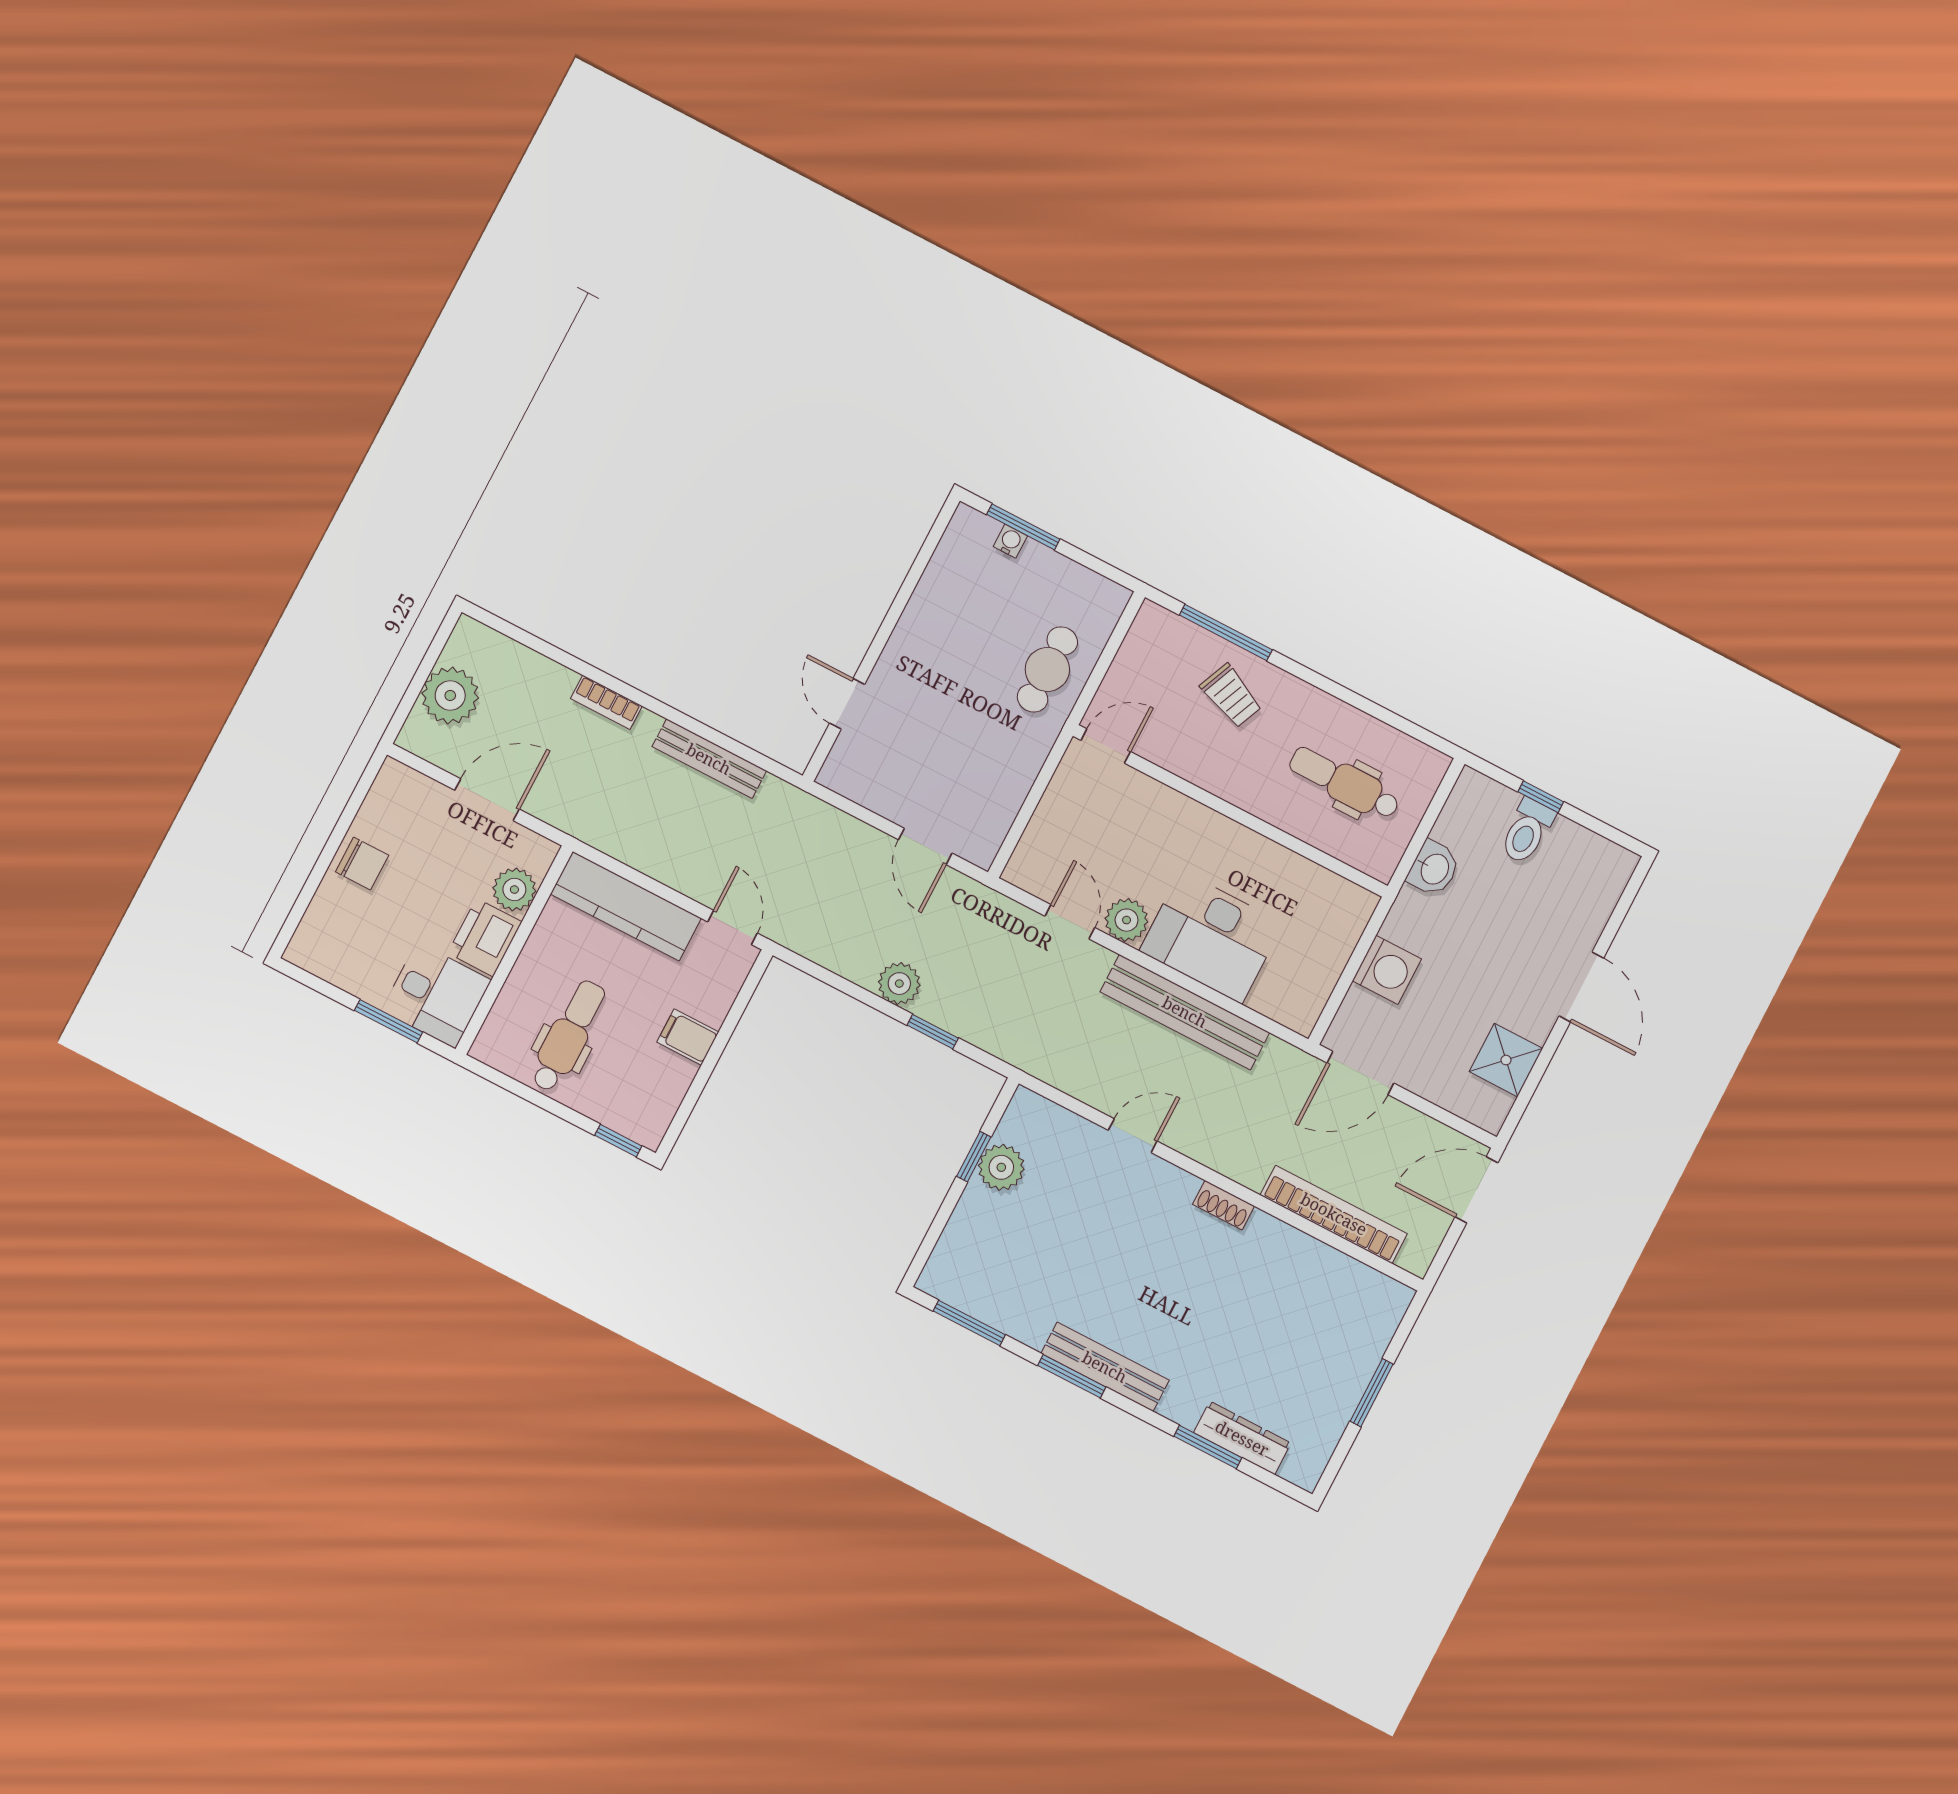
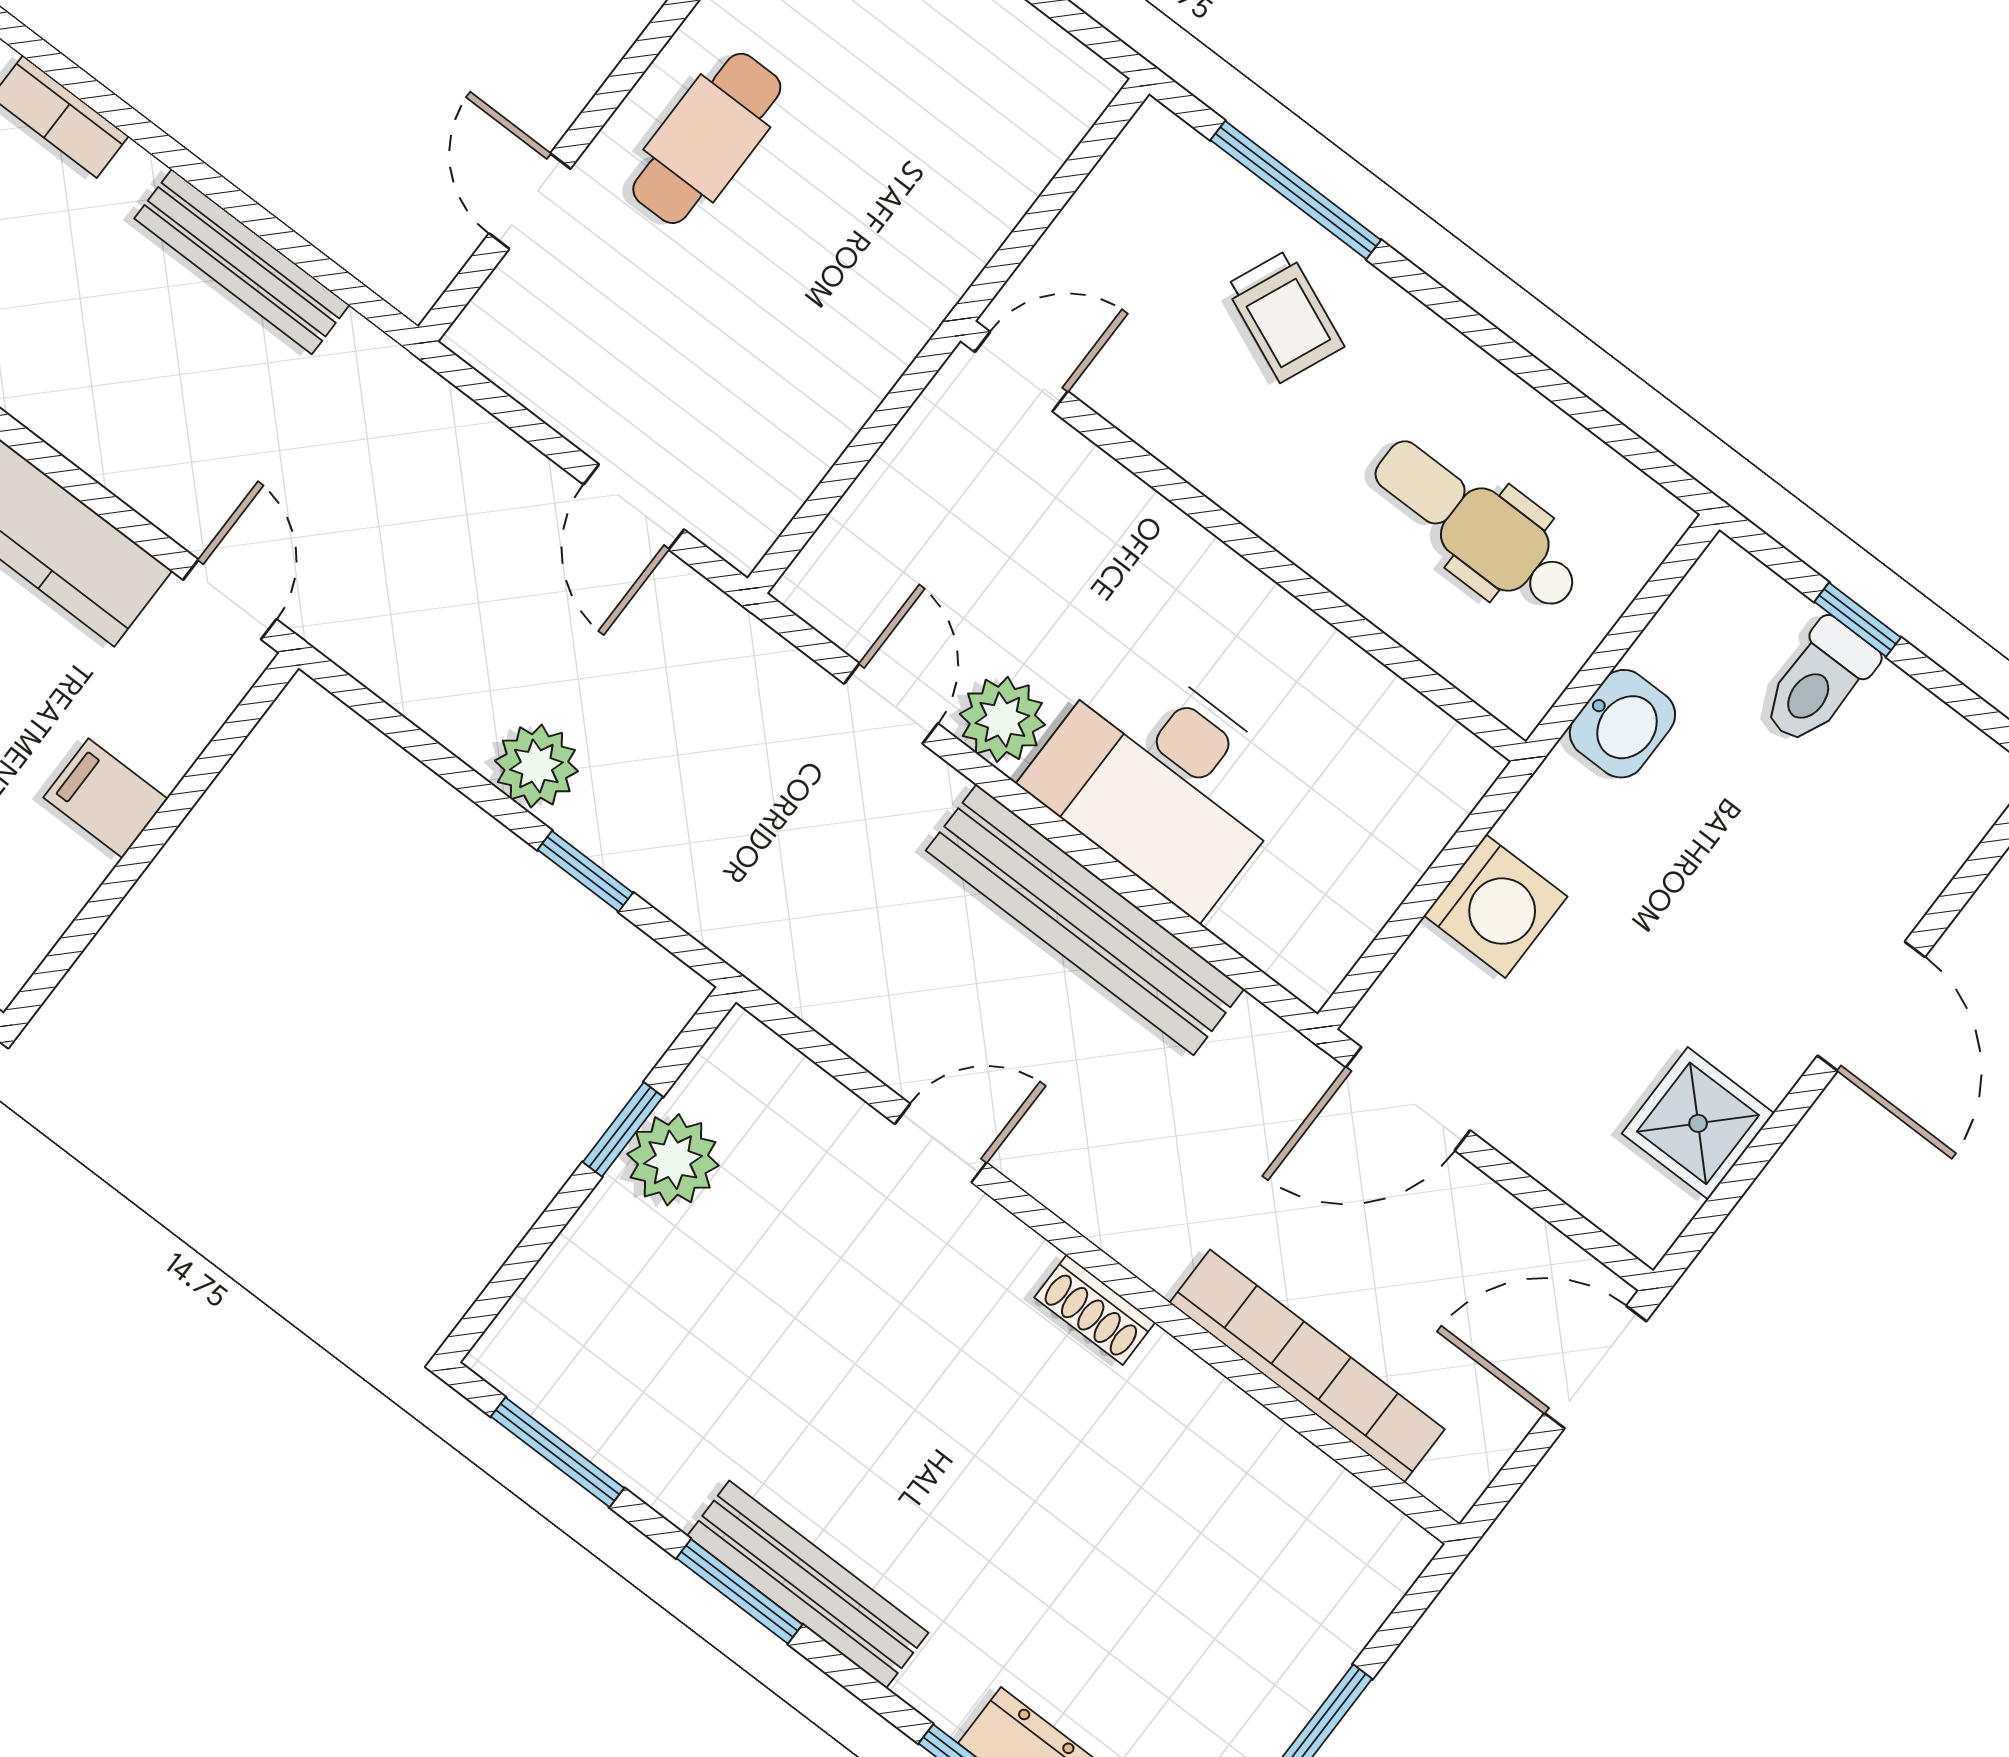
cafe table: (1047, 669) -> (707, 138), moved

